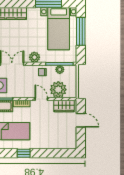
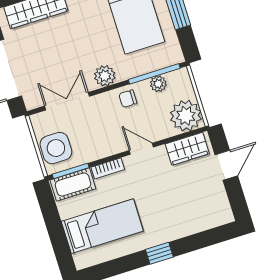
plant: (58, 90) -> (186, 116), moved
door: (81, 120) -> (226, 165), hinge flipped
window: (24, 153) -> (159, 253), moved

